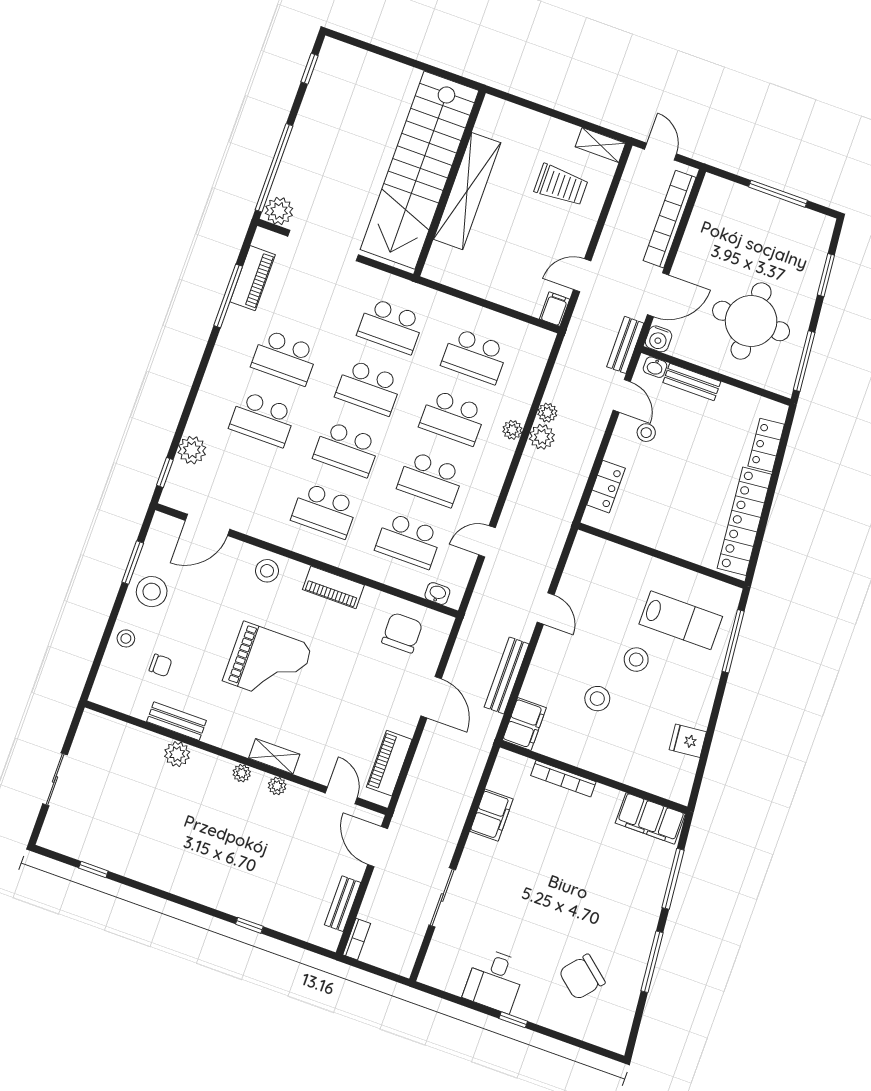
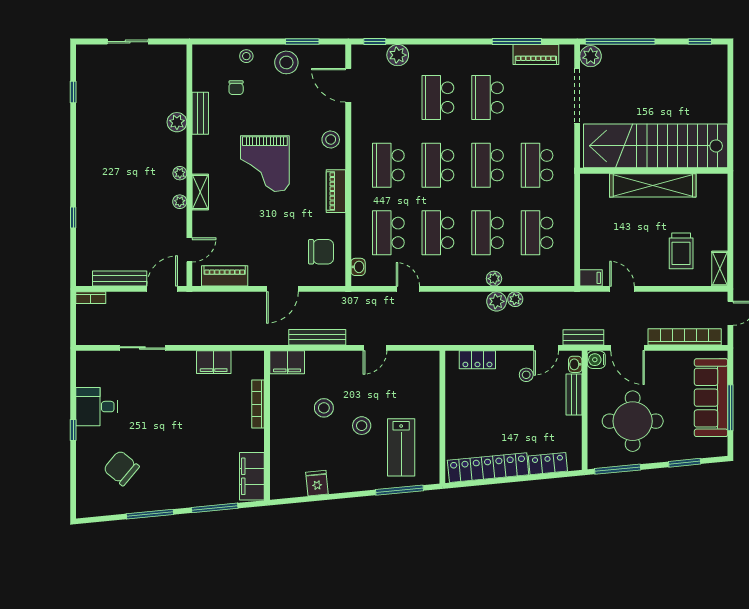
sofa: (757, 213) -> (711, 398), added
bench: (343, 904) -> (120, 279), width x1.36

